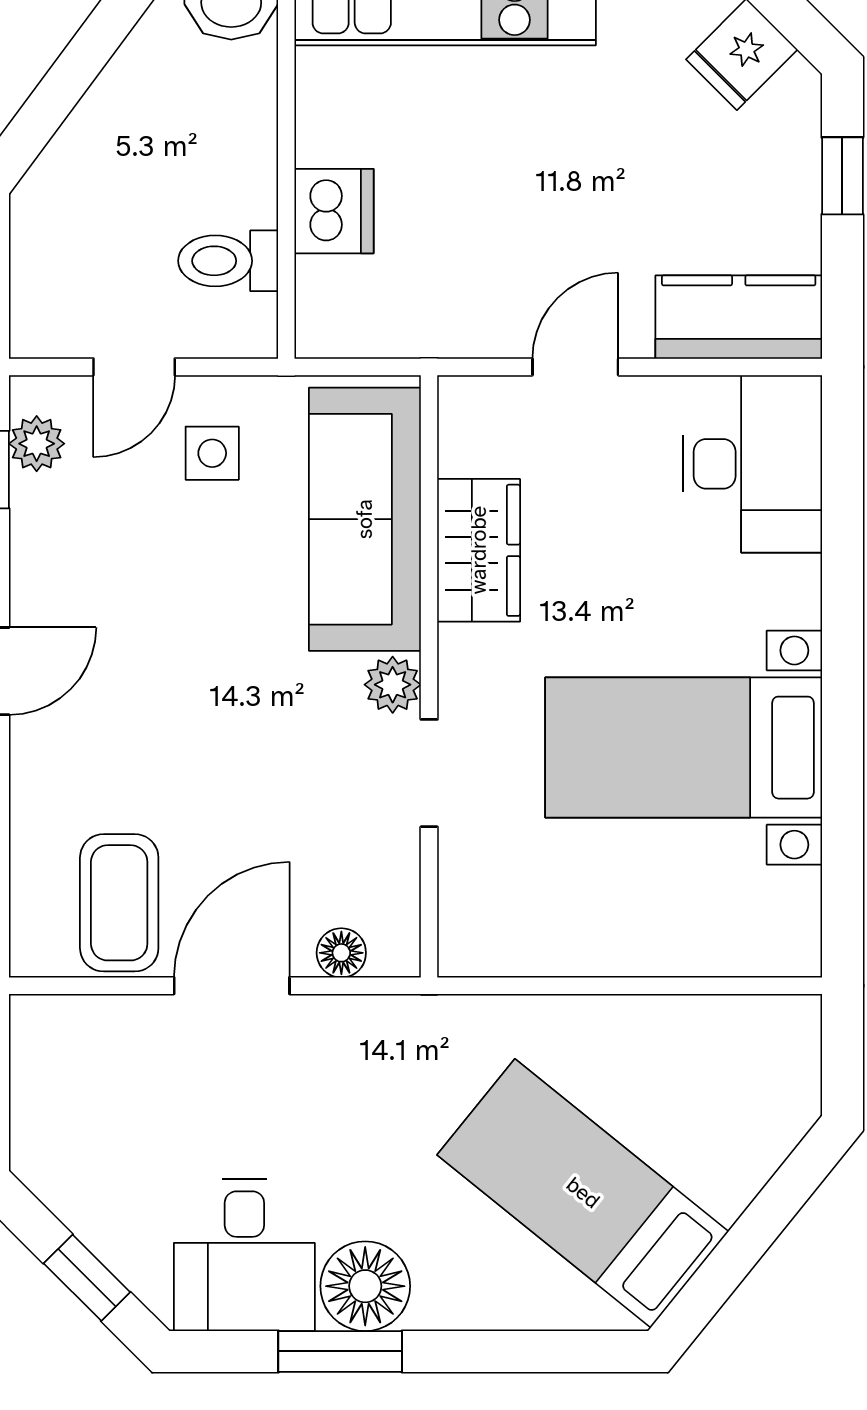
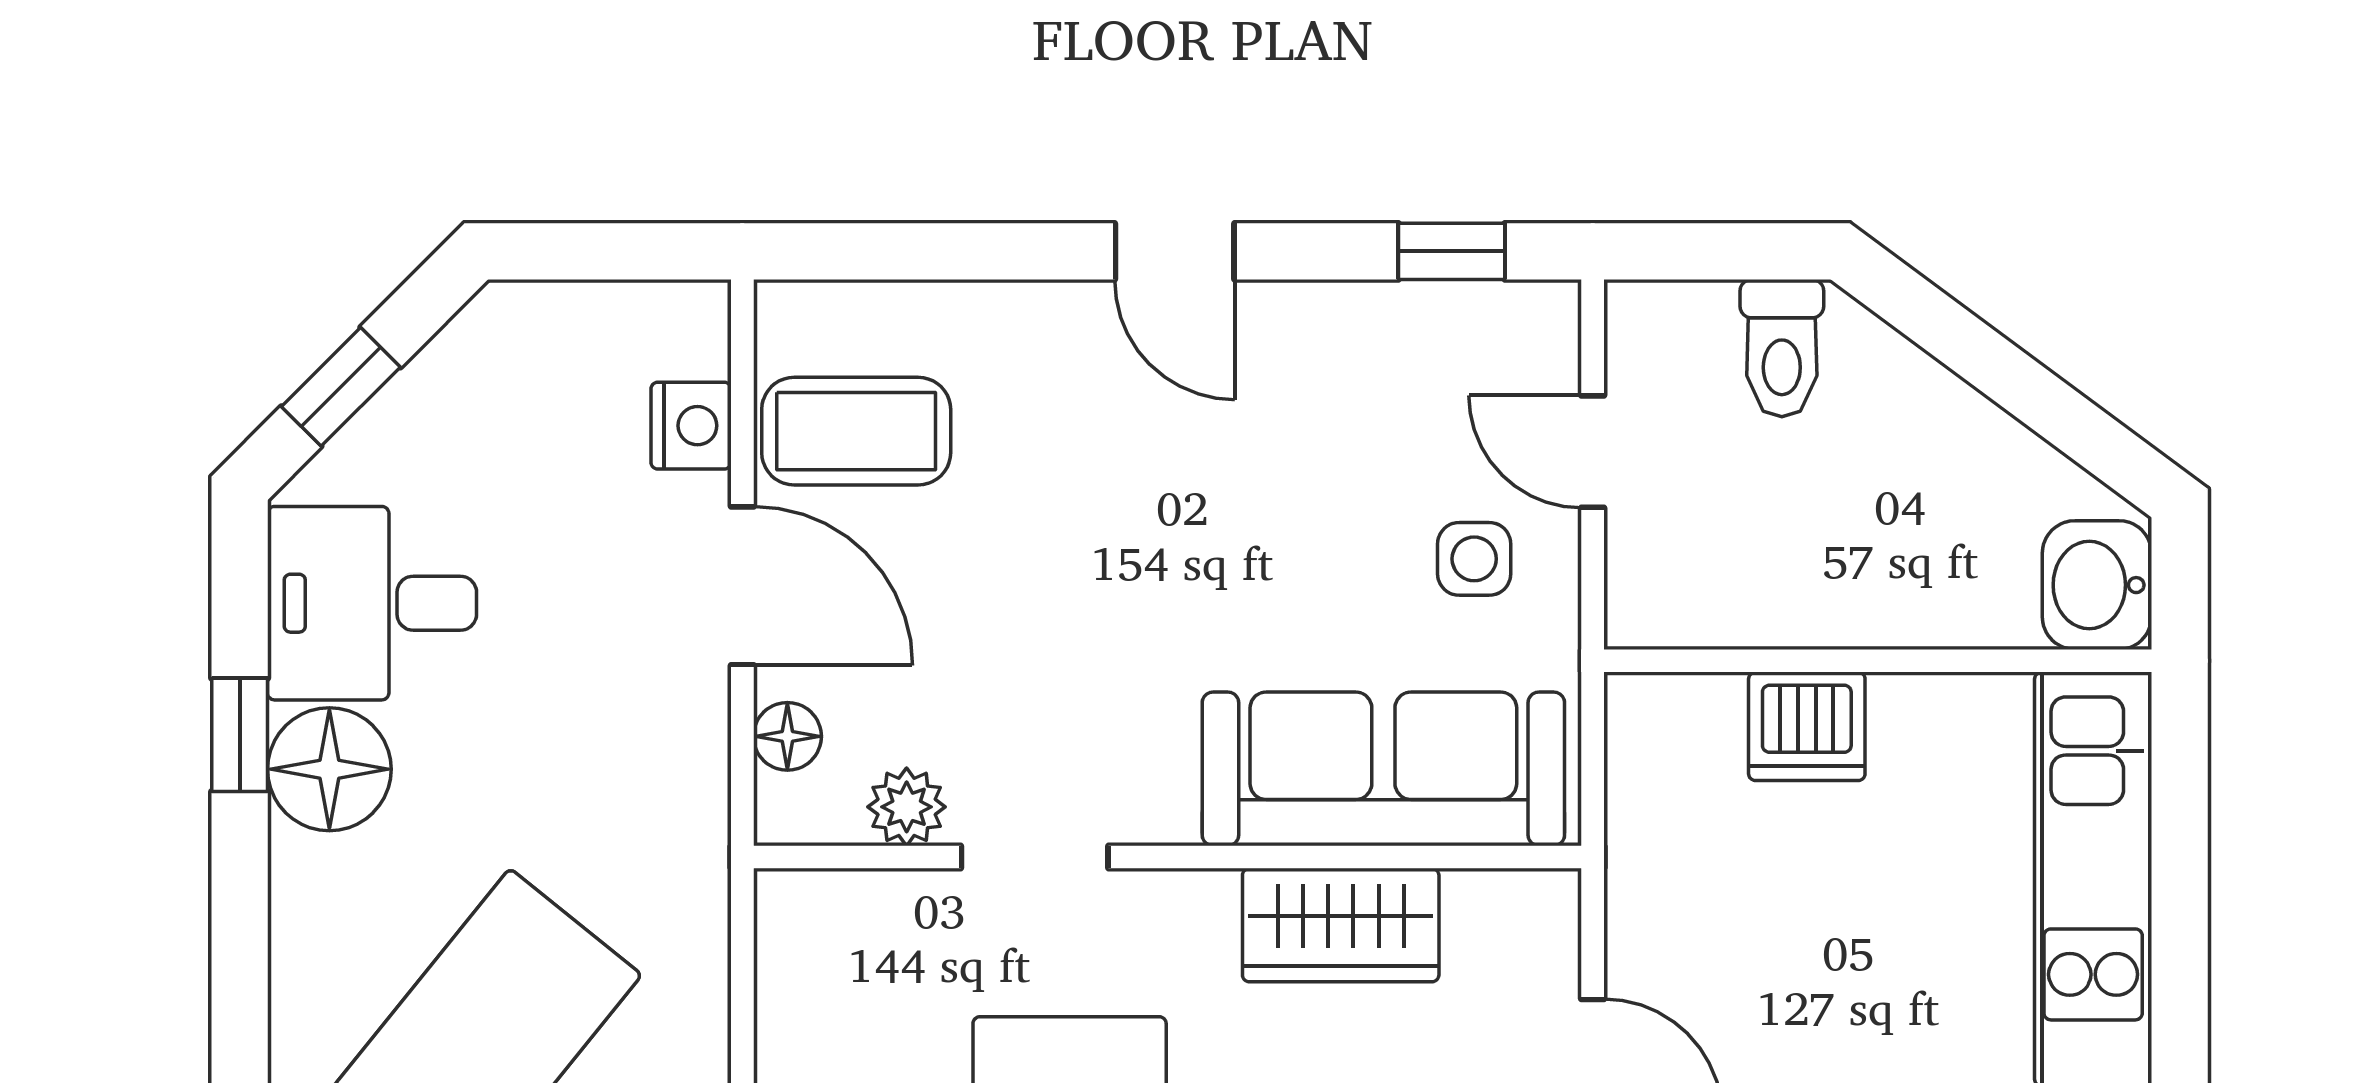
toilet: (228, 261) -> (1782, 348), moved, turned 180
plant: (37, 444) -> (1487, 318), removed
plant: (393, 685) -> (907, 807), moved
nightstand: (115, 1023) -> (691, 426), added
window: (340, 1351) -> (240, 735), width x0.67

